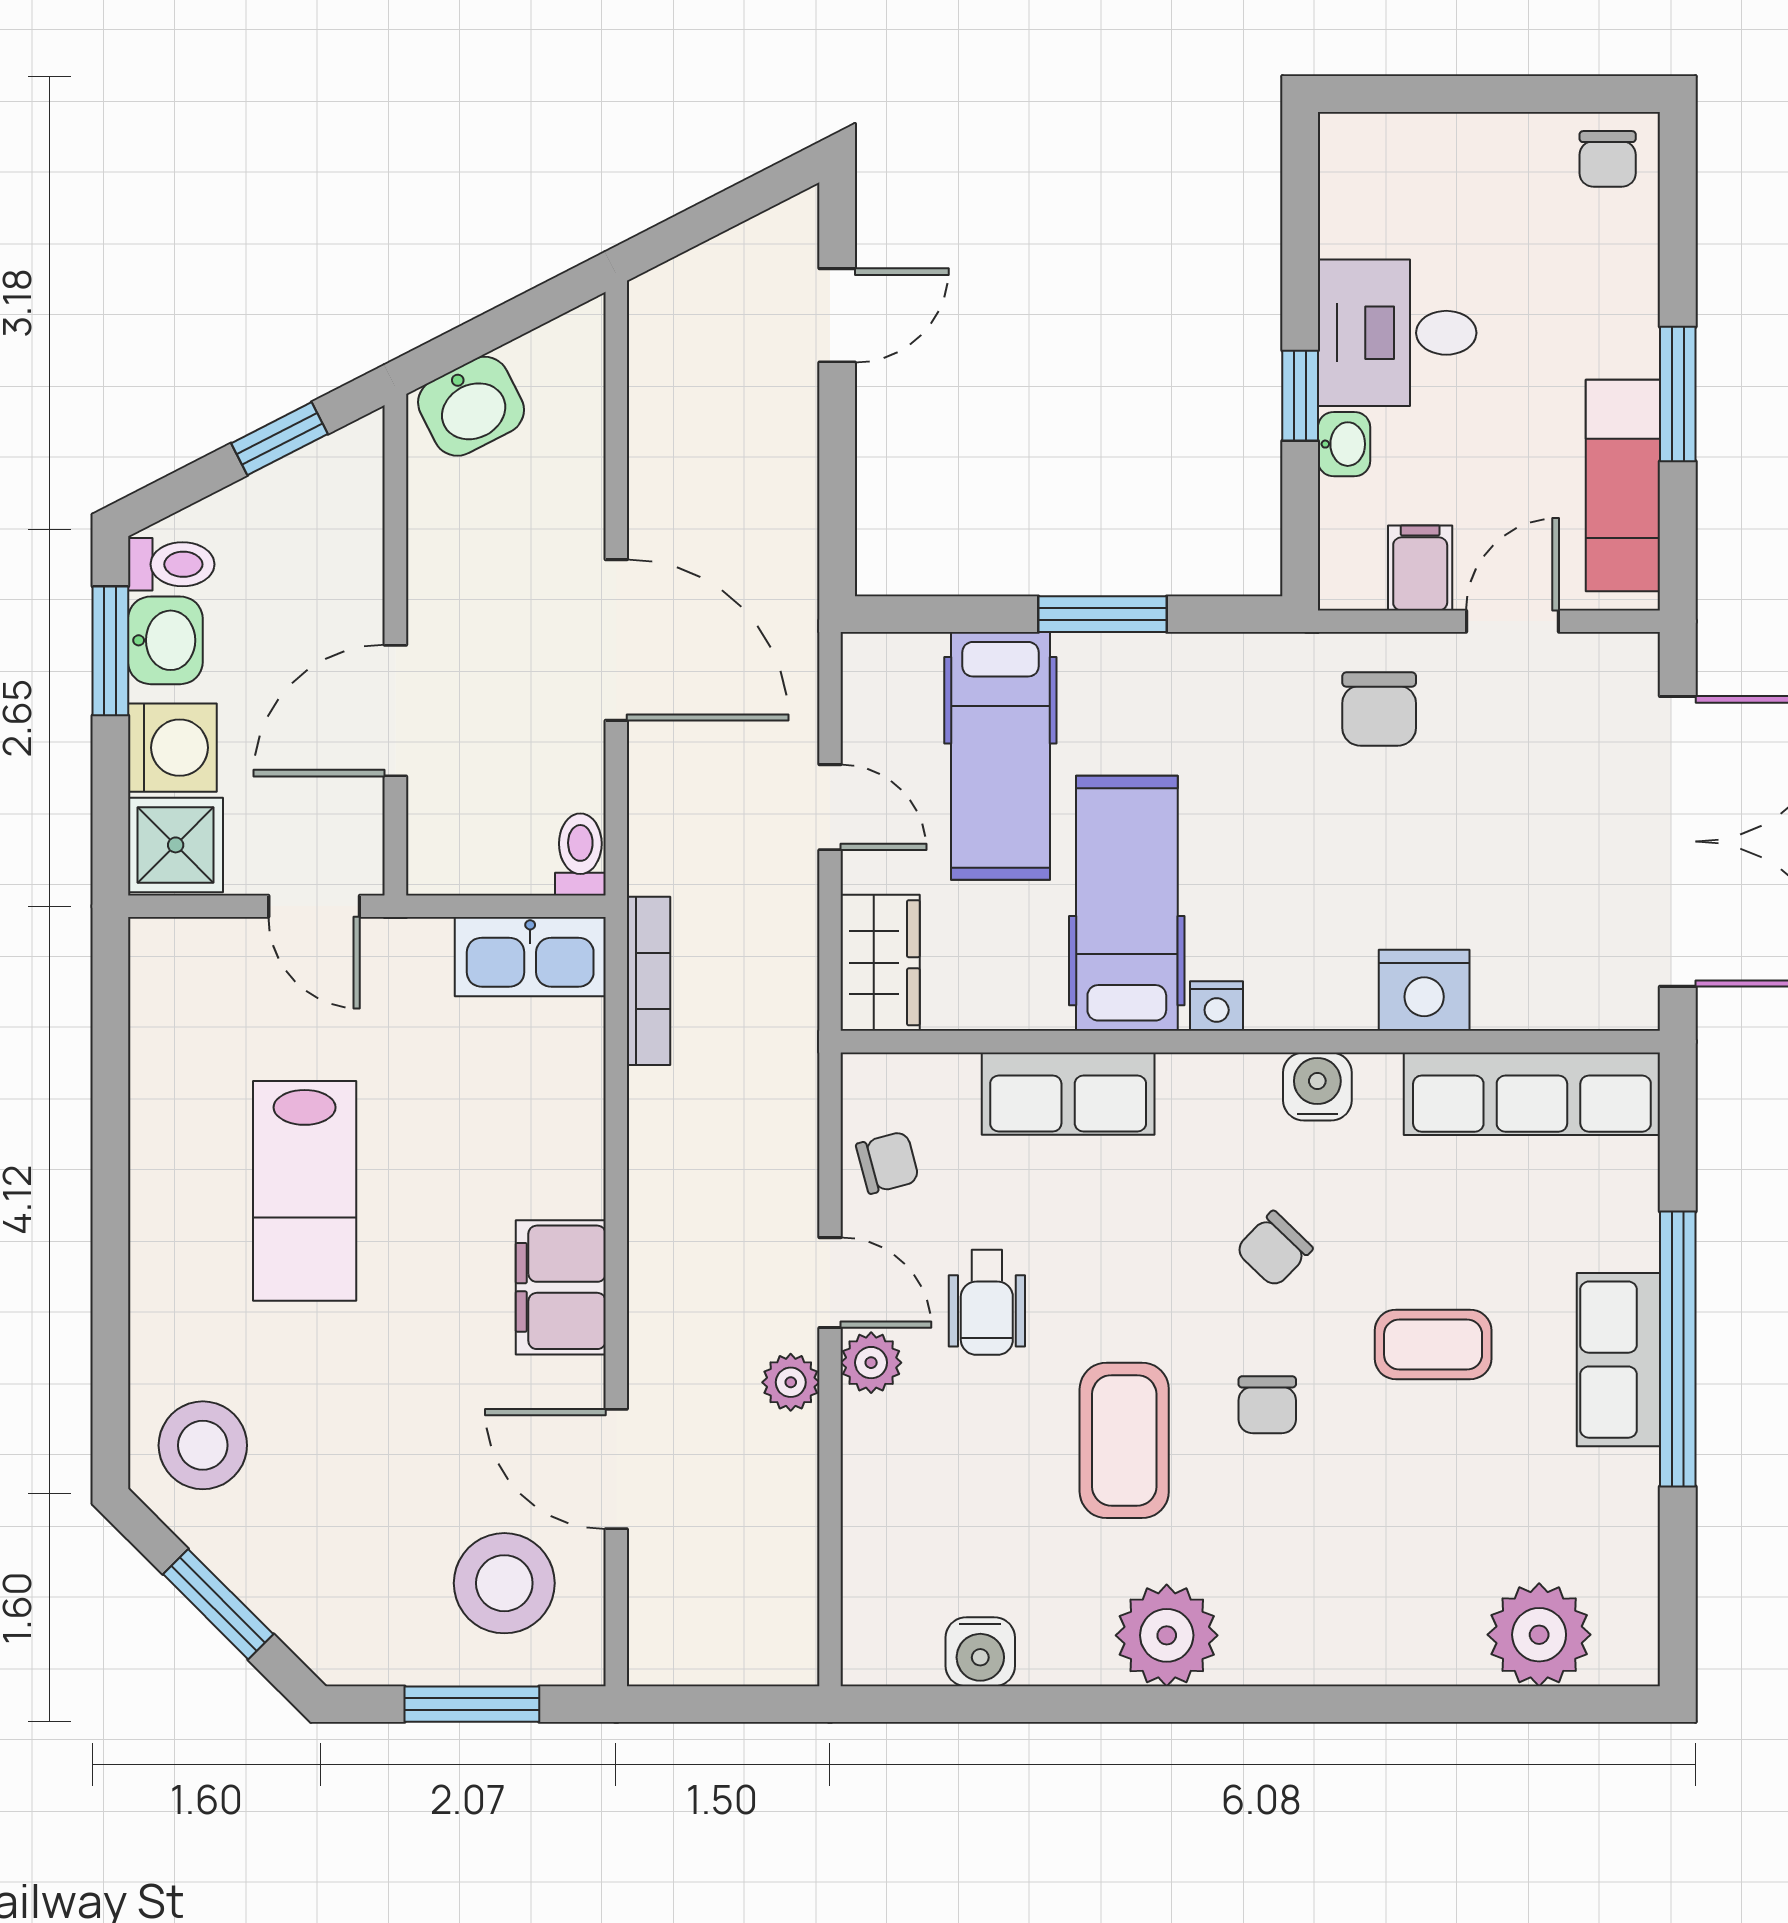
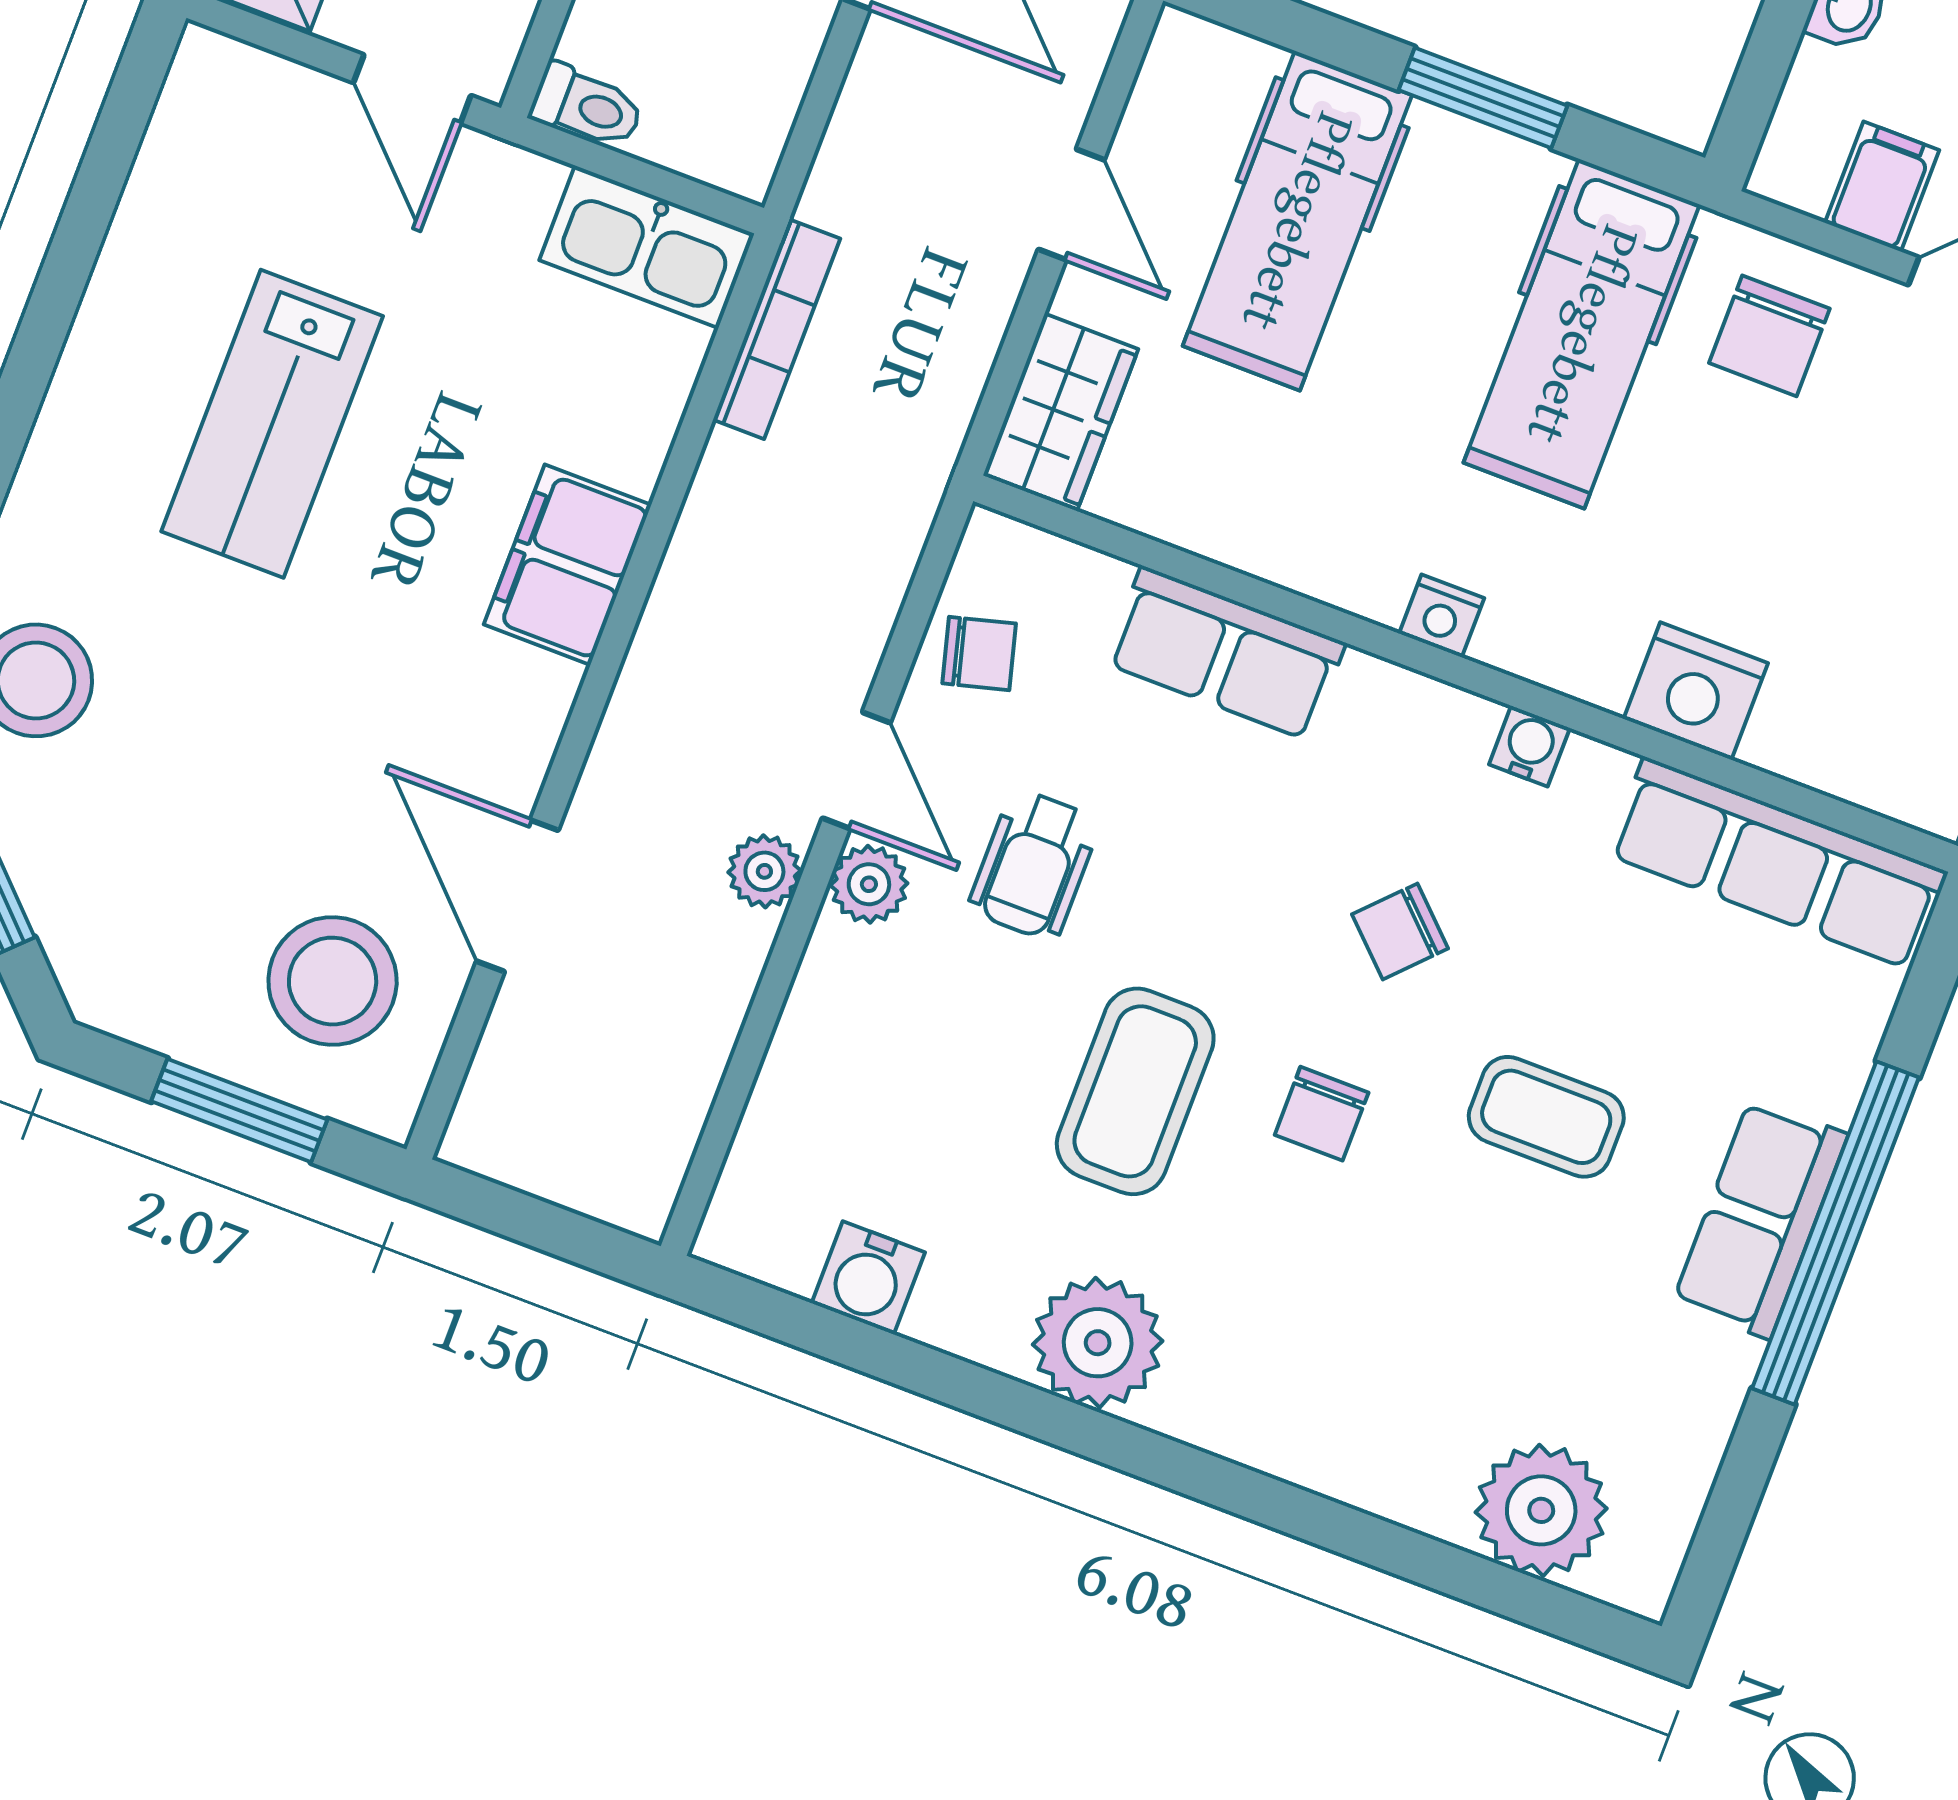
toilet: (580, 854) -> (587, 106), moved, turned 90
hospital bed: (1127, 903) -> (1582, 334), moved, turned 180
water cooler: (1317, 1086) -> (1529, 746), width x0.72, depth x0.72
filing cabinet: (561, 1287) -> (568, 565), moved

